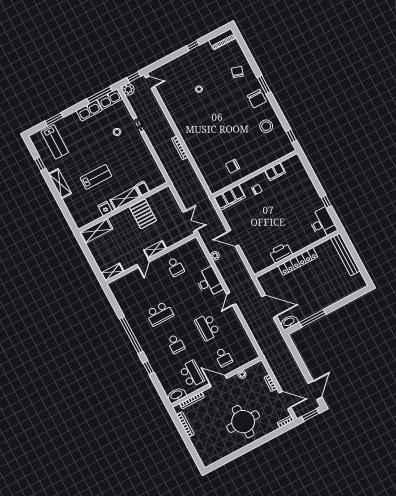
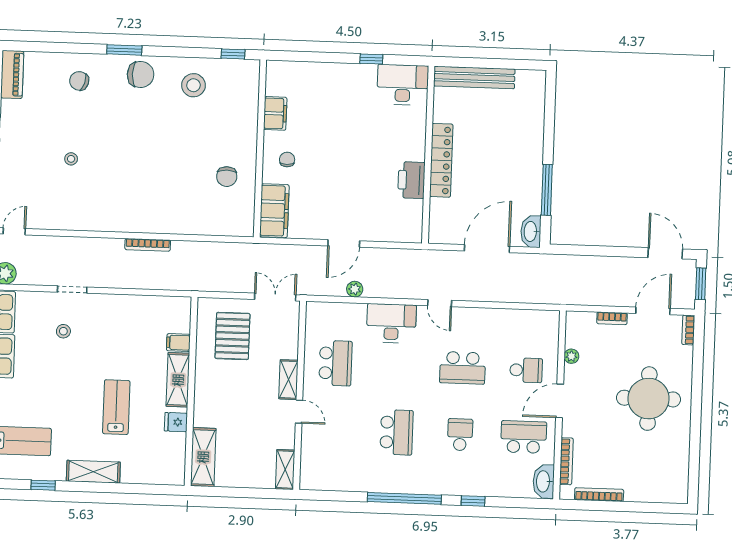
pallet: (143, 214) -> (232, 336), moved, turned 90
school desk: (175, 267) -> (335, 363), width x1.85
school desk: (176, 344) -> (460, 435), turned -90

